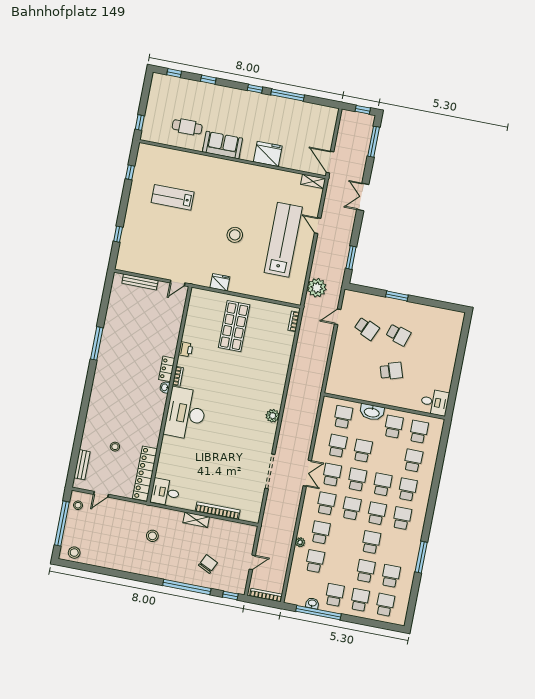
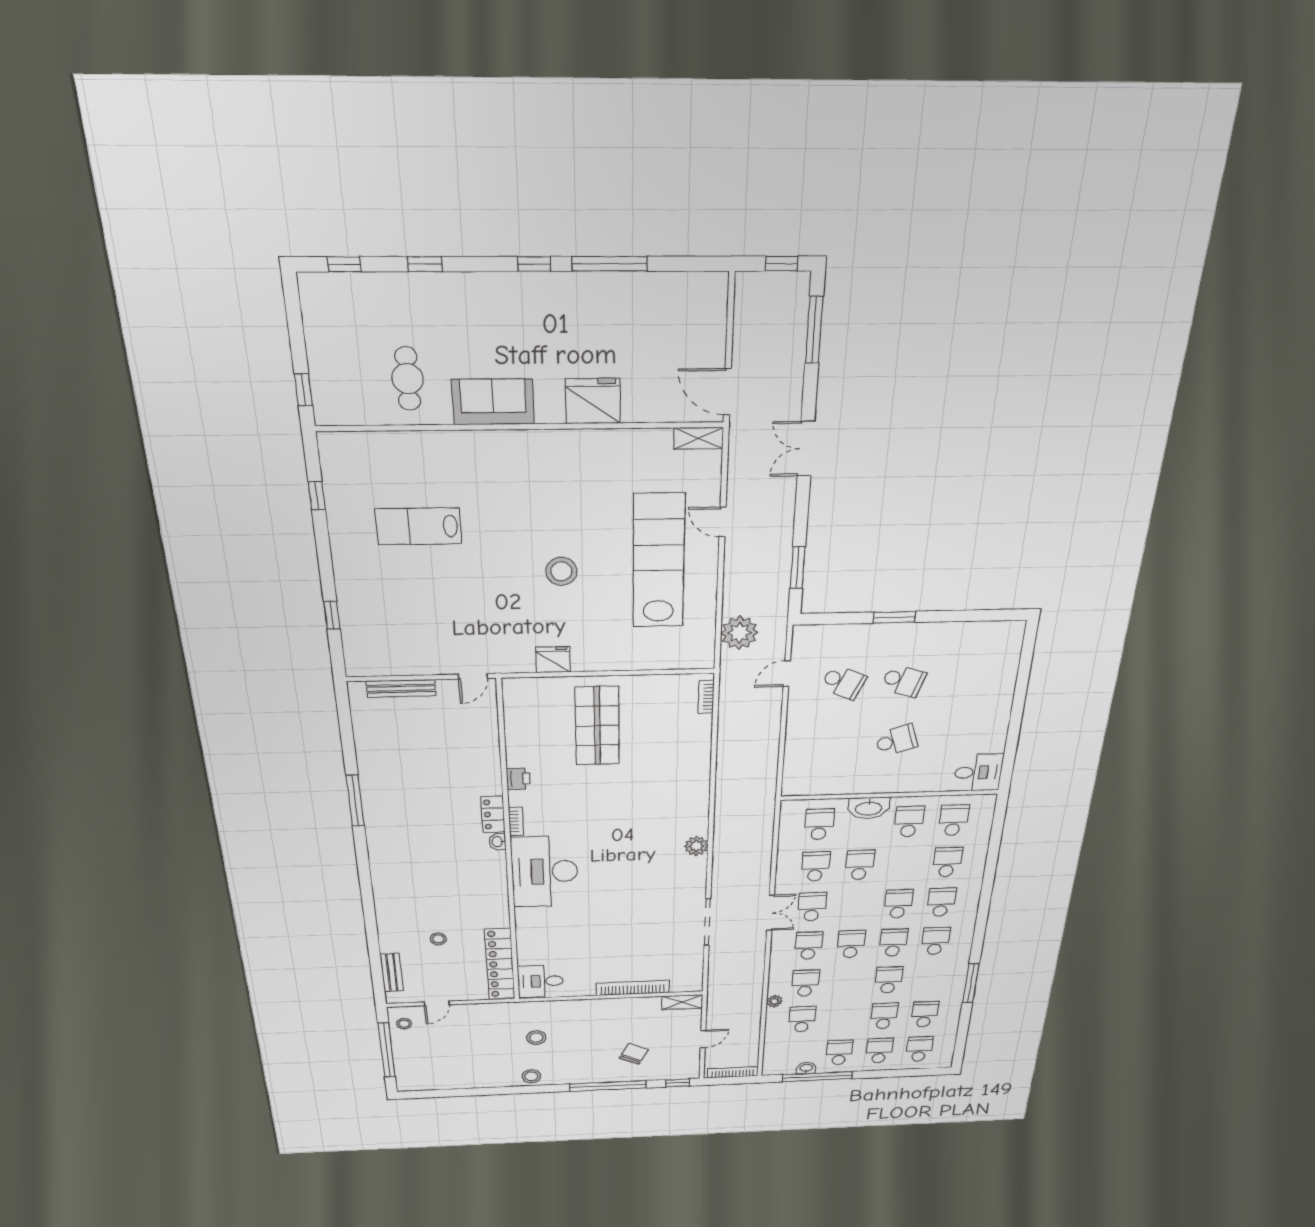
cafe table: (187, 127) -> (408, 379), turned 90
school desk: (357, 480) -> (855, 905), removed
shelving: (196, 520) -> (682, 1002), moved
stool: (74, 553) -> (531, 1076), moved

